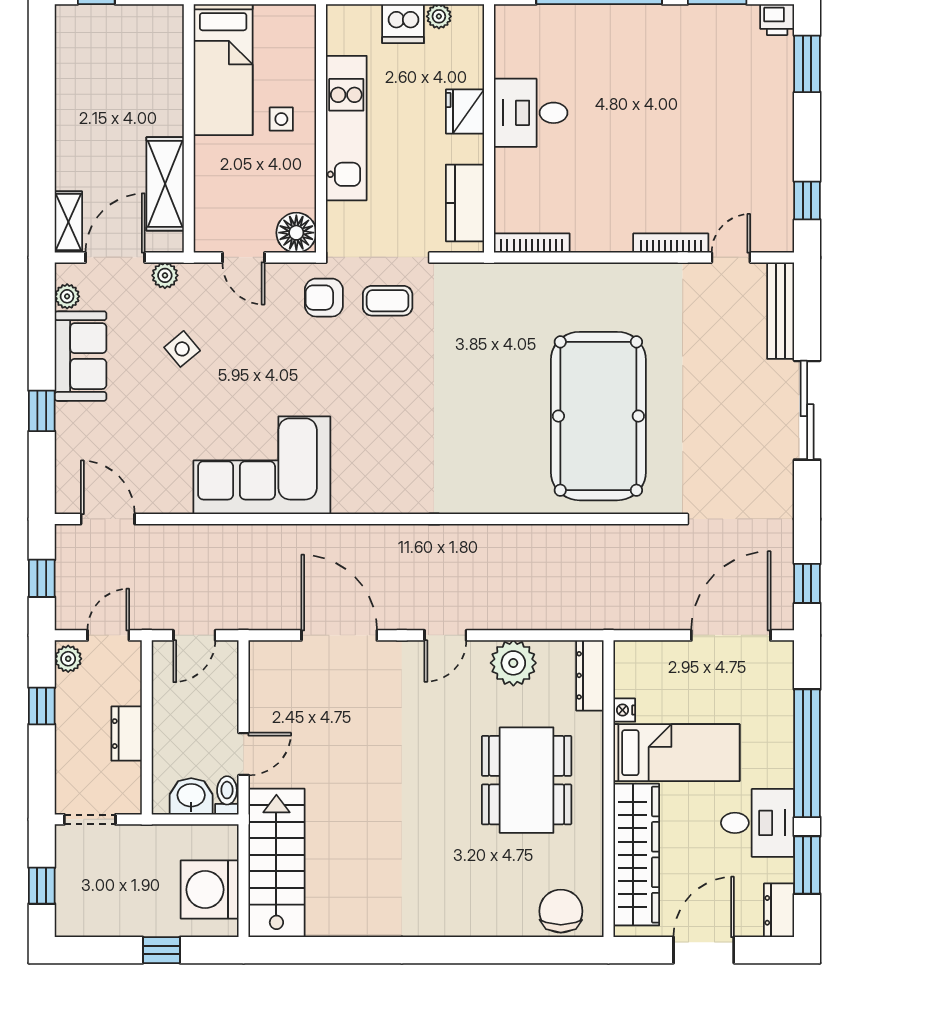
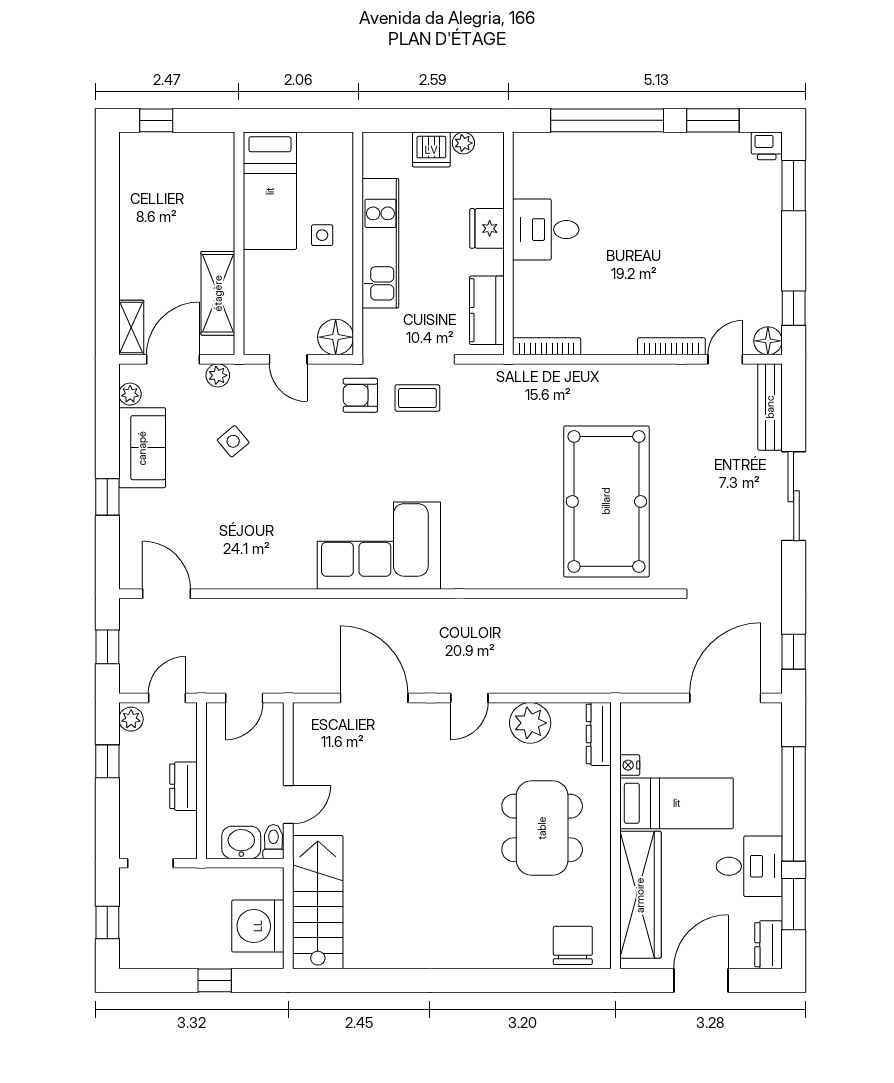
floor lamp: (778, 237) -> (768, 341), added
corner sofa: (262, 465) -> (379, 546), moved

